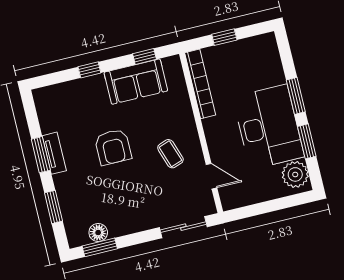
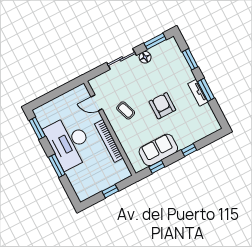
bookcase: (200, 84) -> (109, 141), moved
window: (307, 141) -> (37, 128), moved
plant: (295, 174) -> (45, 117), removed
sliding door: (183, 227) -> (121, 59), moved
floor lamp: (98, 233) -> (145, 57), moved

